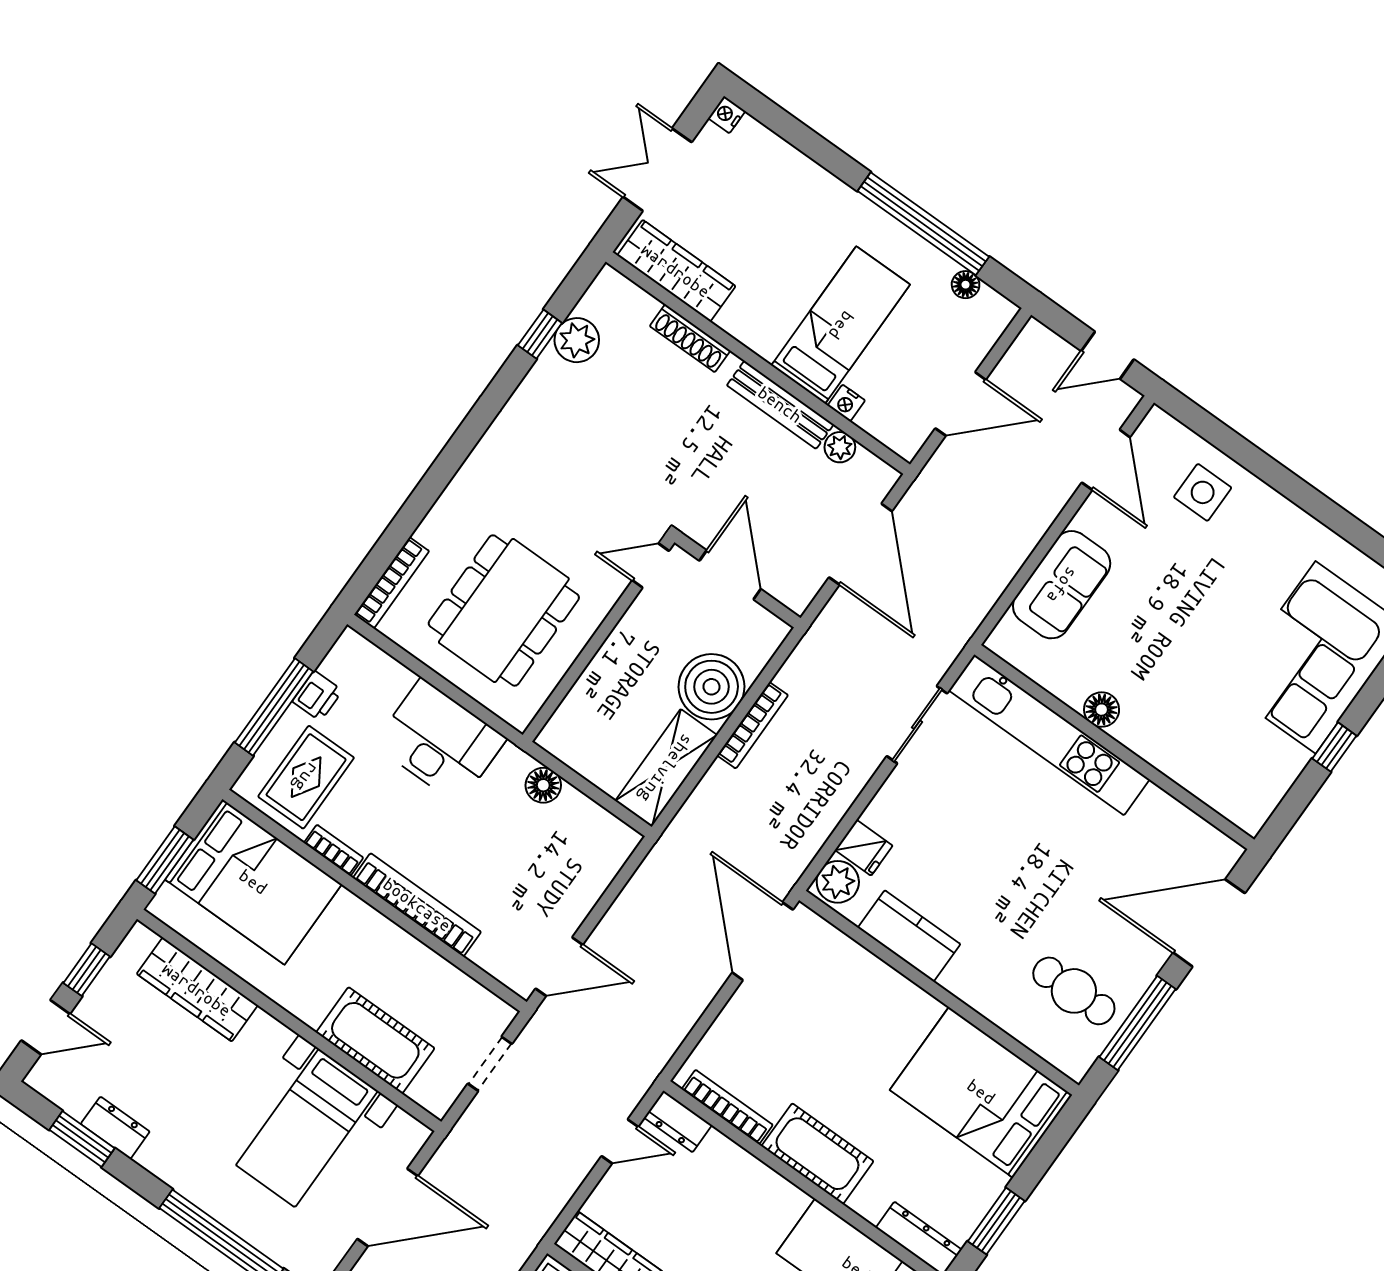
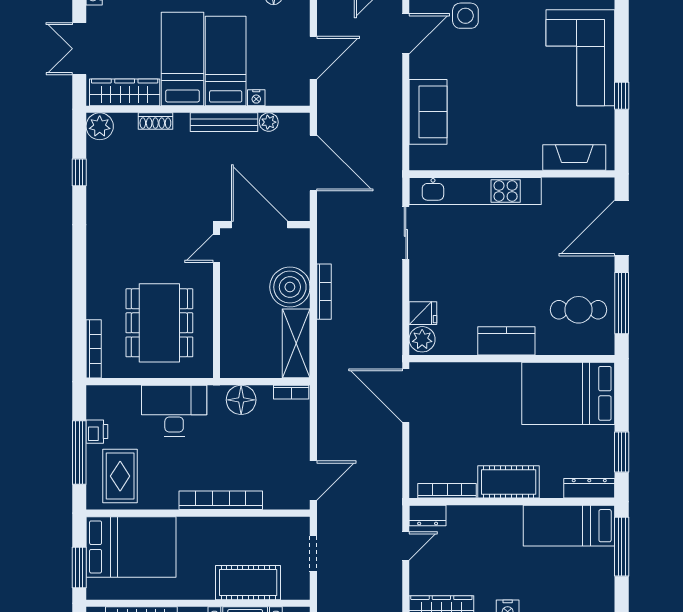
bed: (785, 281) -> (183, 59), added
shoe rack: (690, 338) -> (155, 121), width x0.70
plant: (577, 340) -> (100, 126), moved
door: (1106, 460) -> (406, 34), hinge flipped
door: (730, 575) -> (259, 225), width x1.36
floor lamp: (1102, 710) -> (492, 160), removed
fireplace: (1213, 784) -> (574, 158), added
floor lamp: (543, 785) -> (241, 400), width x1.38, depth x1.38
bookcase: (334, 850) -> (291, 392), moved, turned 180
kitchen counter: (909, 936) -> (506, 341), moved

